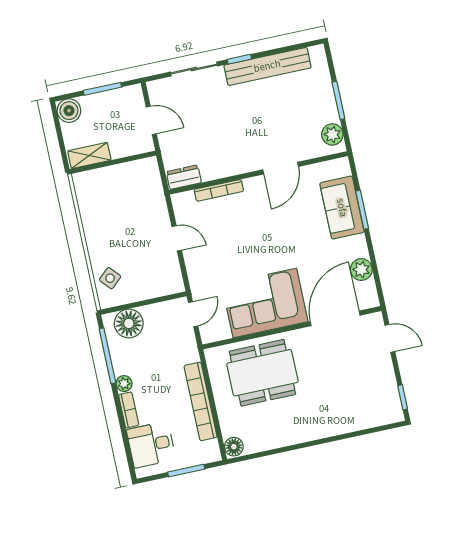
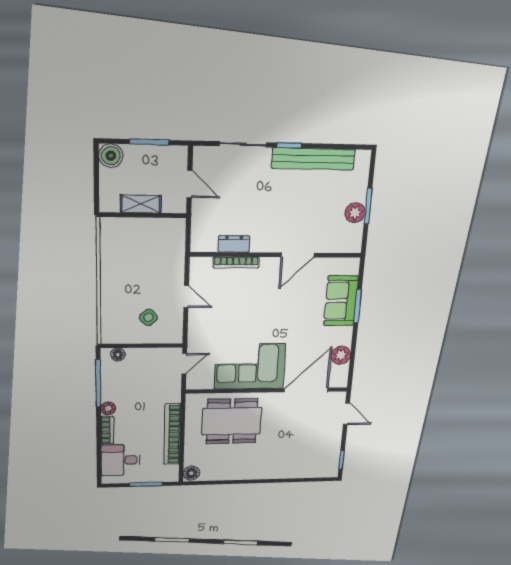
plant: (332, 134) -> (355, 213), moved
shelving: (89, 155) -> (141, 204), moved
dresser: (184, 177) -> (234, 244), moved
side table: (110, 278) -> (148, 317), moved
floor lamp: (129, 323) -> (118, 355), width x0.53, depth x0.53

